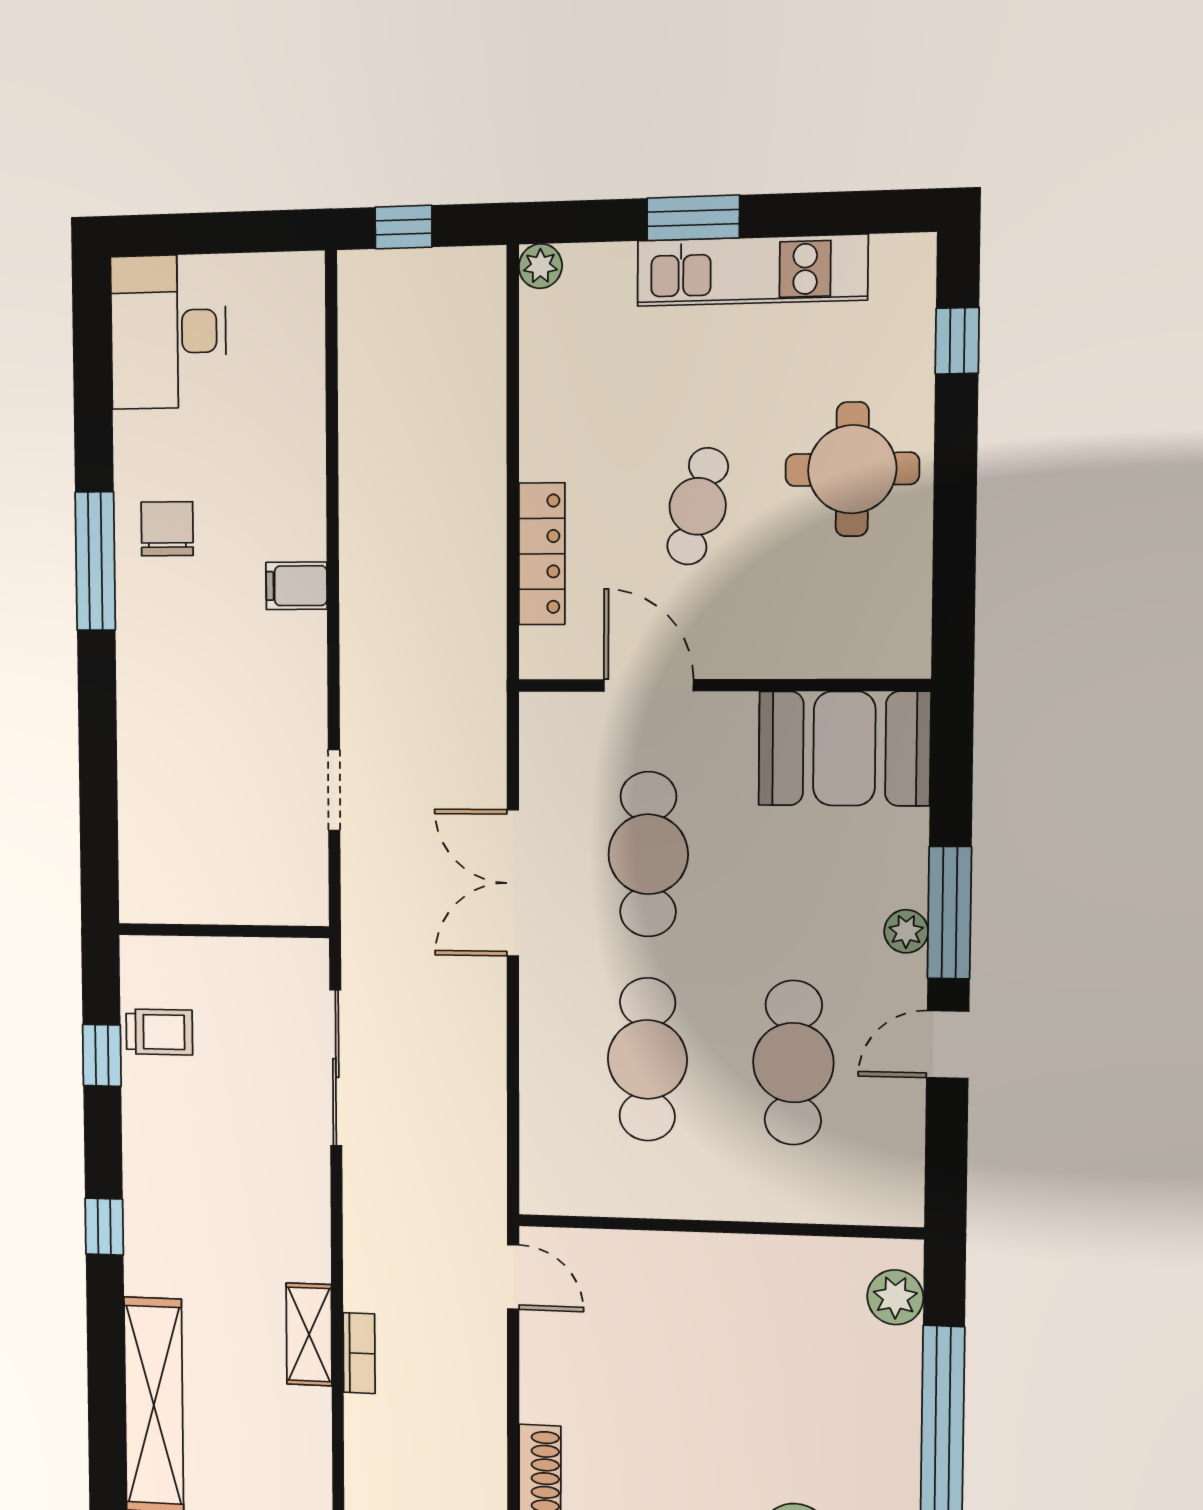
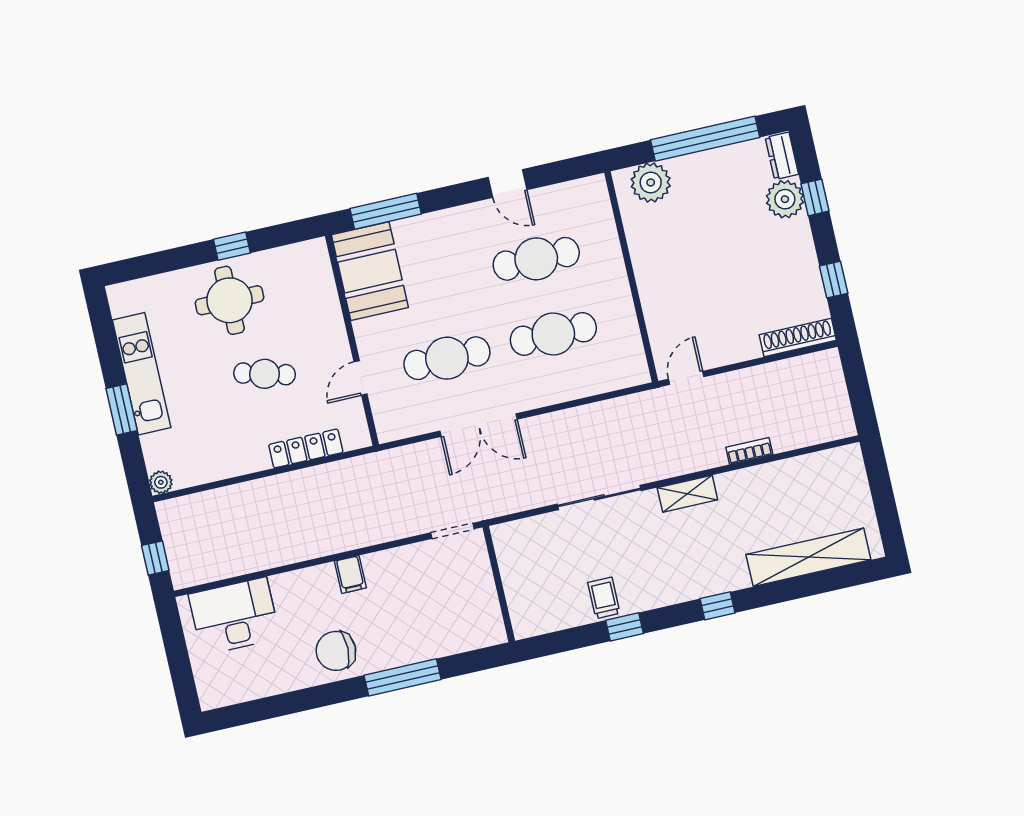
desk: (168, 332) -> (234, 616), moved, turned 180
window: (957, 341) -> (232, 246), moved
chair: (167, 529) -> (336, 651), width x1.37, depth x1.37
window: (95, 561) -> (403, 677), moved
door: (649, 685) -> (360, 378), width x0.73
window: (949, 913) -> (386, 211), moved
wall: (223, 931) -> (499, 584), moved
plant: (906, 931) -> (455, 218), removed
plant: (895, 1297) -> (651, 182), width x1.36, depth x1.36
shelving: (309, 1334) -> (687, 494), moved

